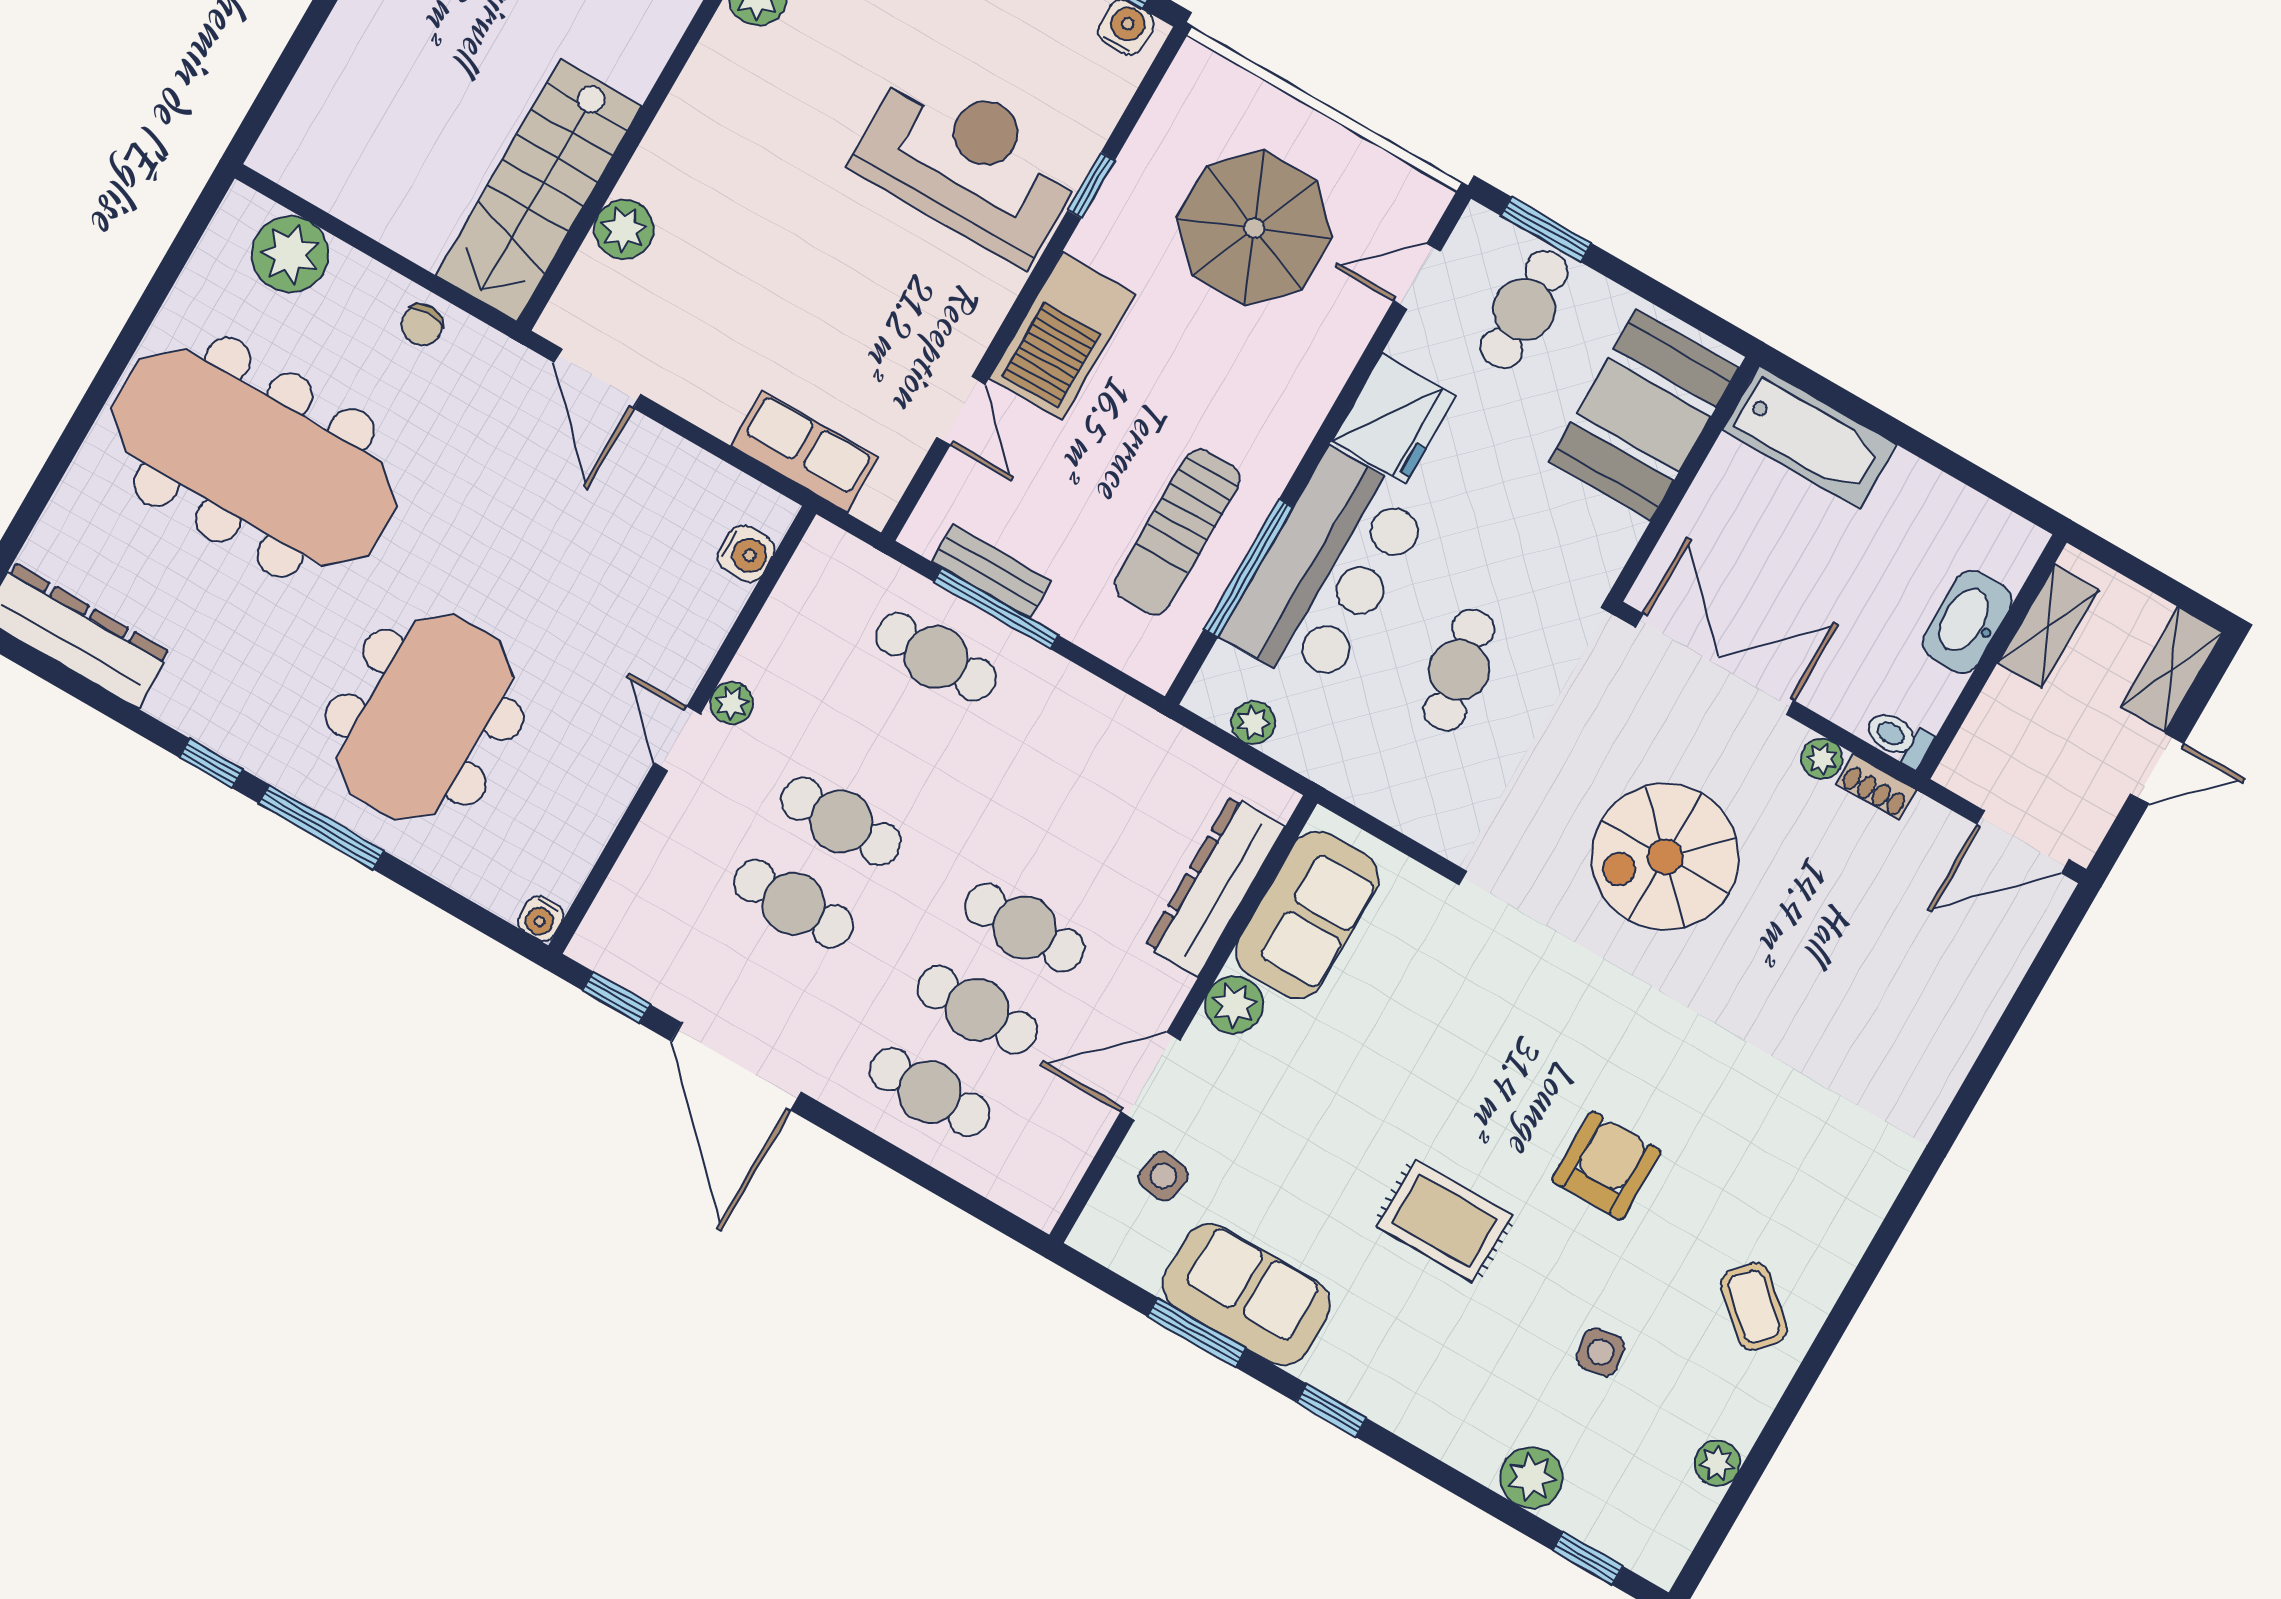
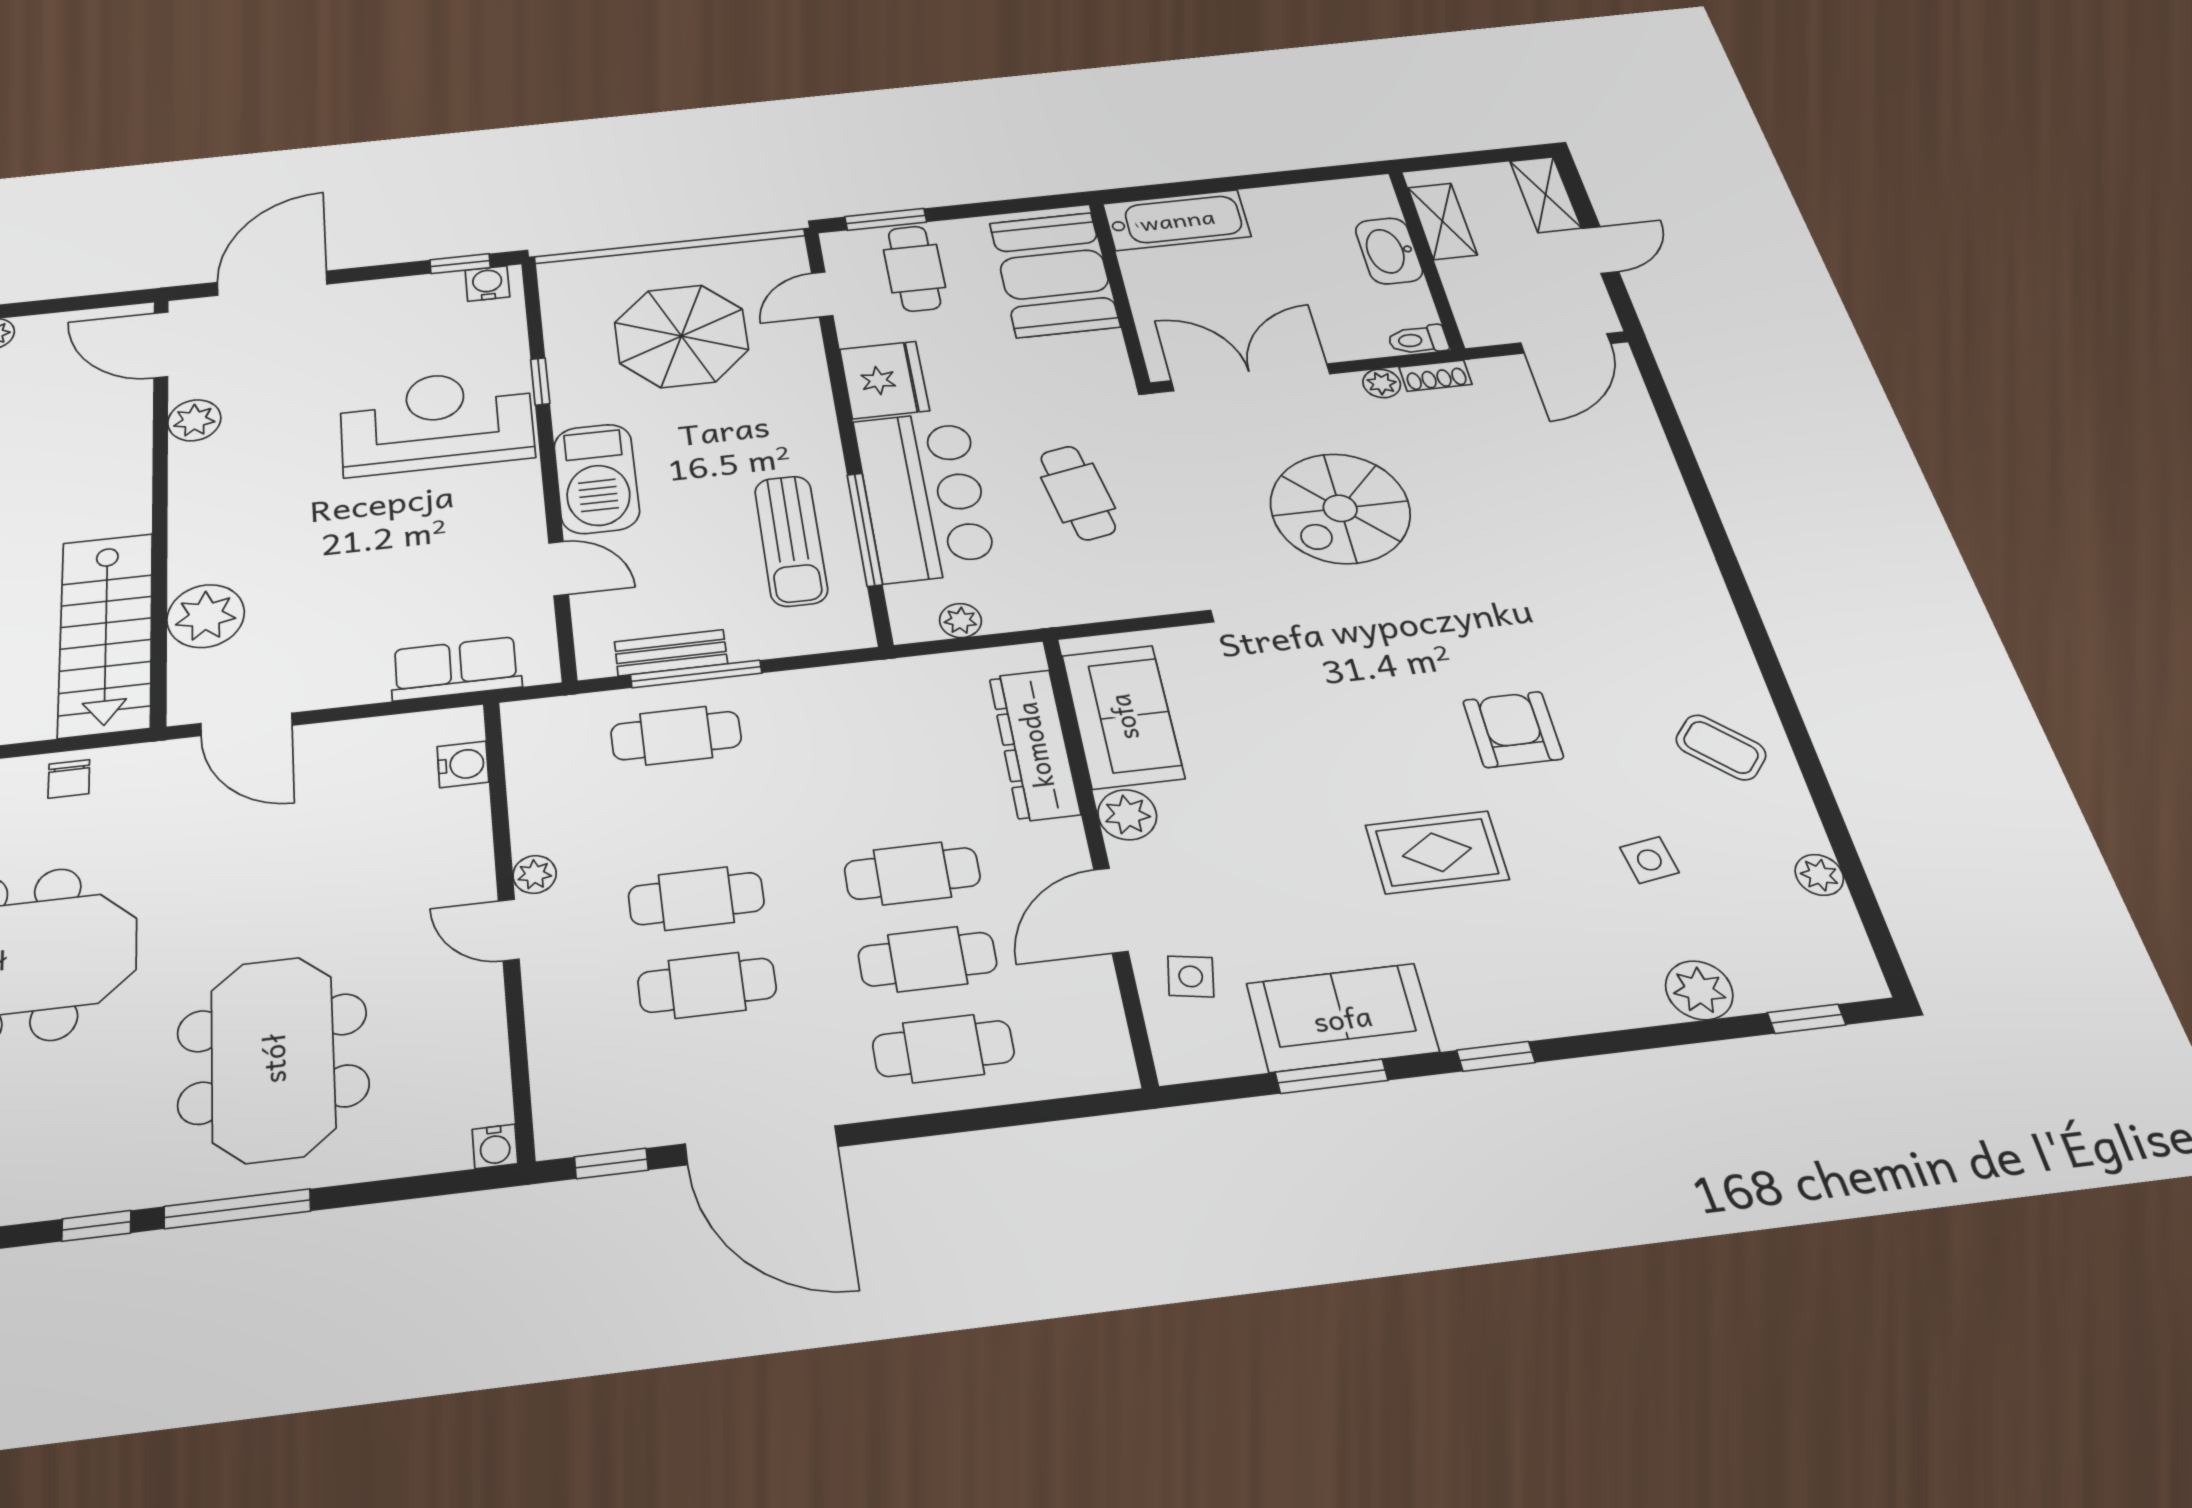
plant: (624, 229) -> (206, 616), width x1.36, depth x1.36

